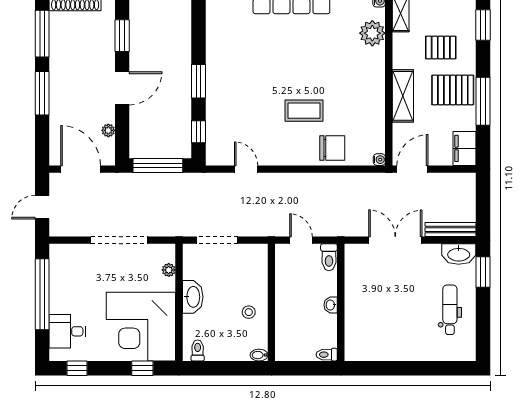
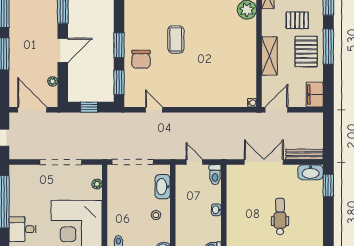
pallet: (453, 90) -> (306, 52), turned 90
window: (483, 101) -> (328, 47), moved
coffee table: (304, 111) -> (176, 40), moved, turned 90
window: (199, 132) -> (119, 82), width x1.50
chair: (332, 148) -> (141, 59), moved, turned 90
window: (158, 166) -> (89, 107), width x0.46
doorway: (217, 240) -> (133, 162), width x1.36
washbasin: (193, 297) -> (163, 187), moved, turned 180
dental chair: (450, 310) -> (280, 217), moved

